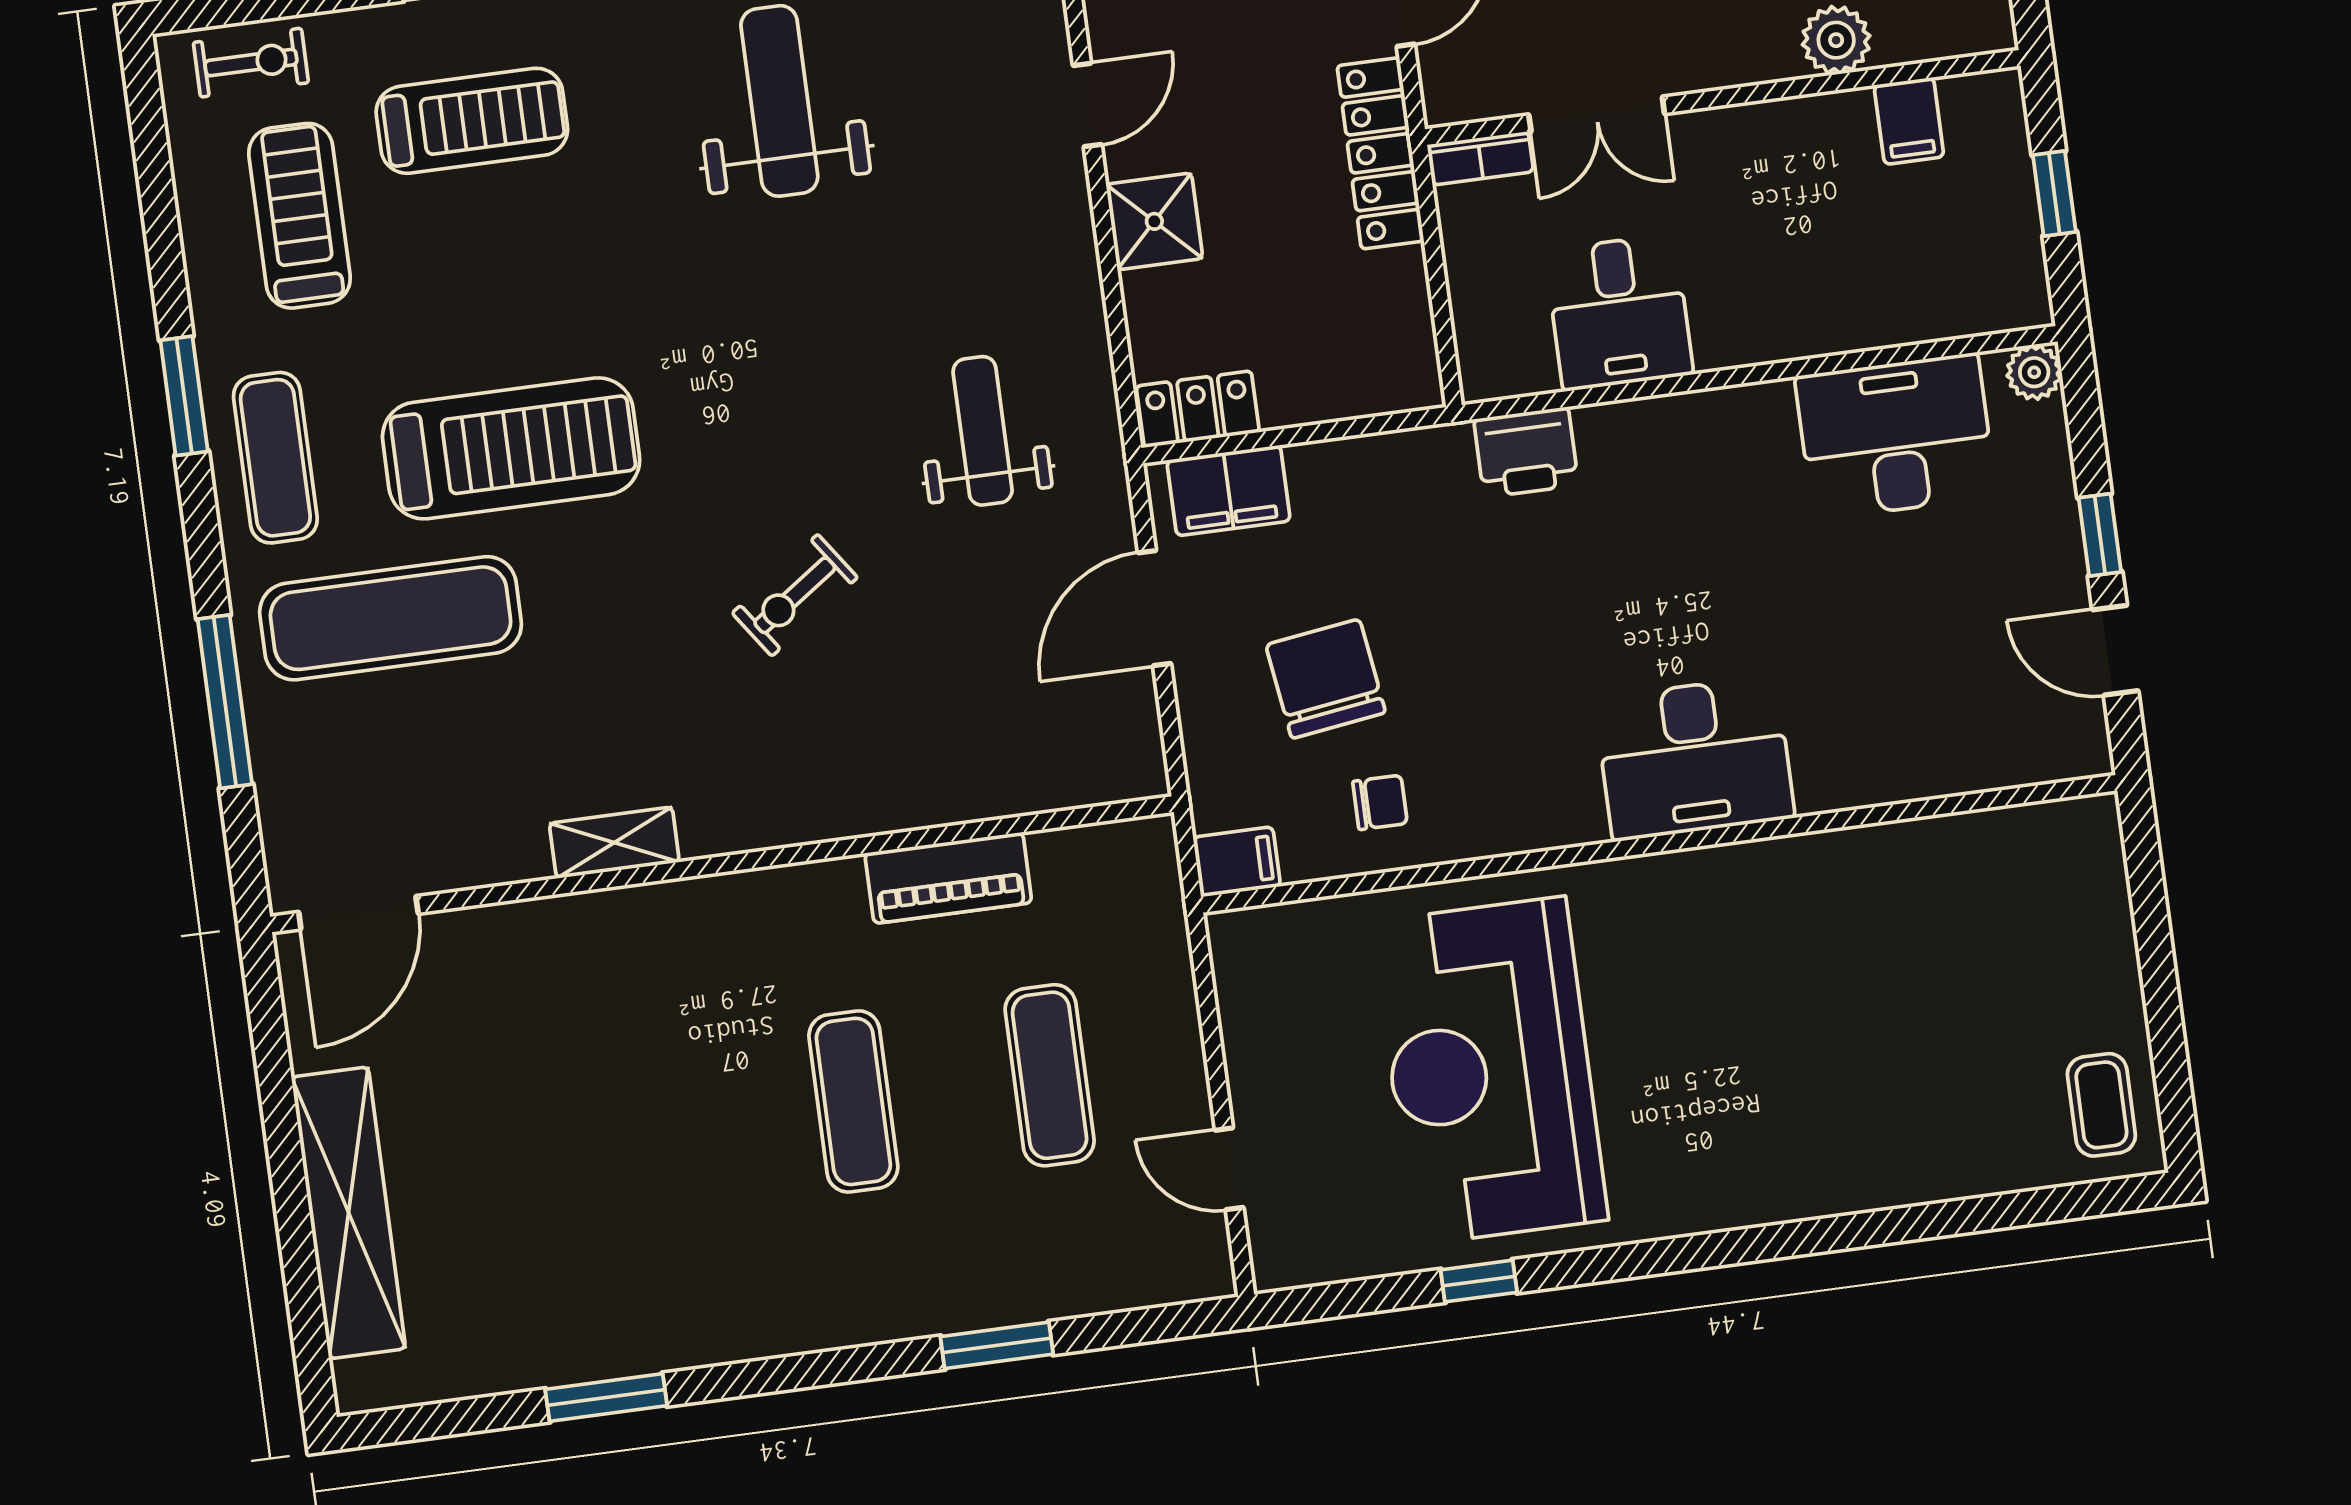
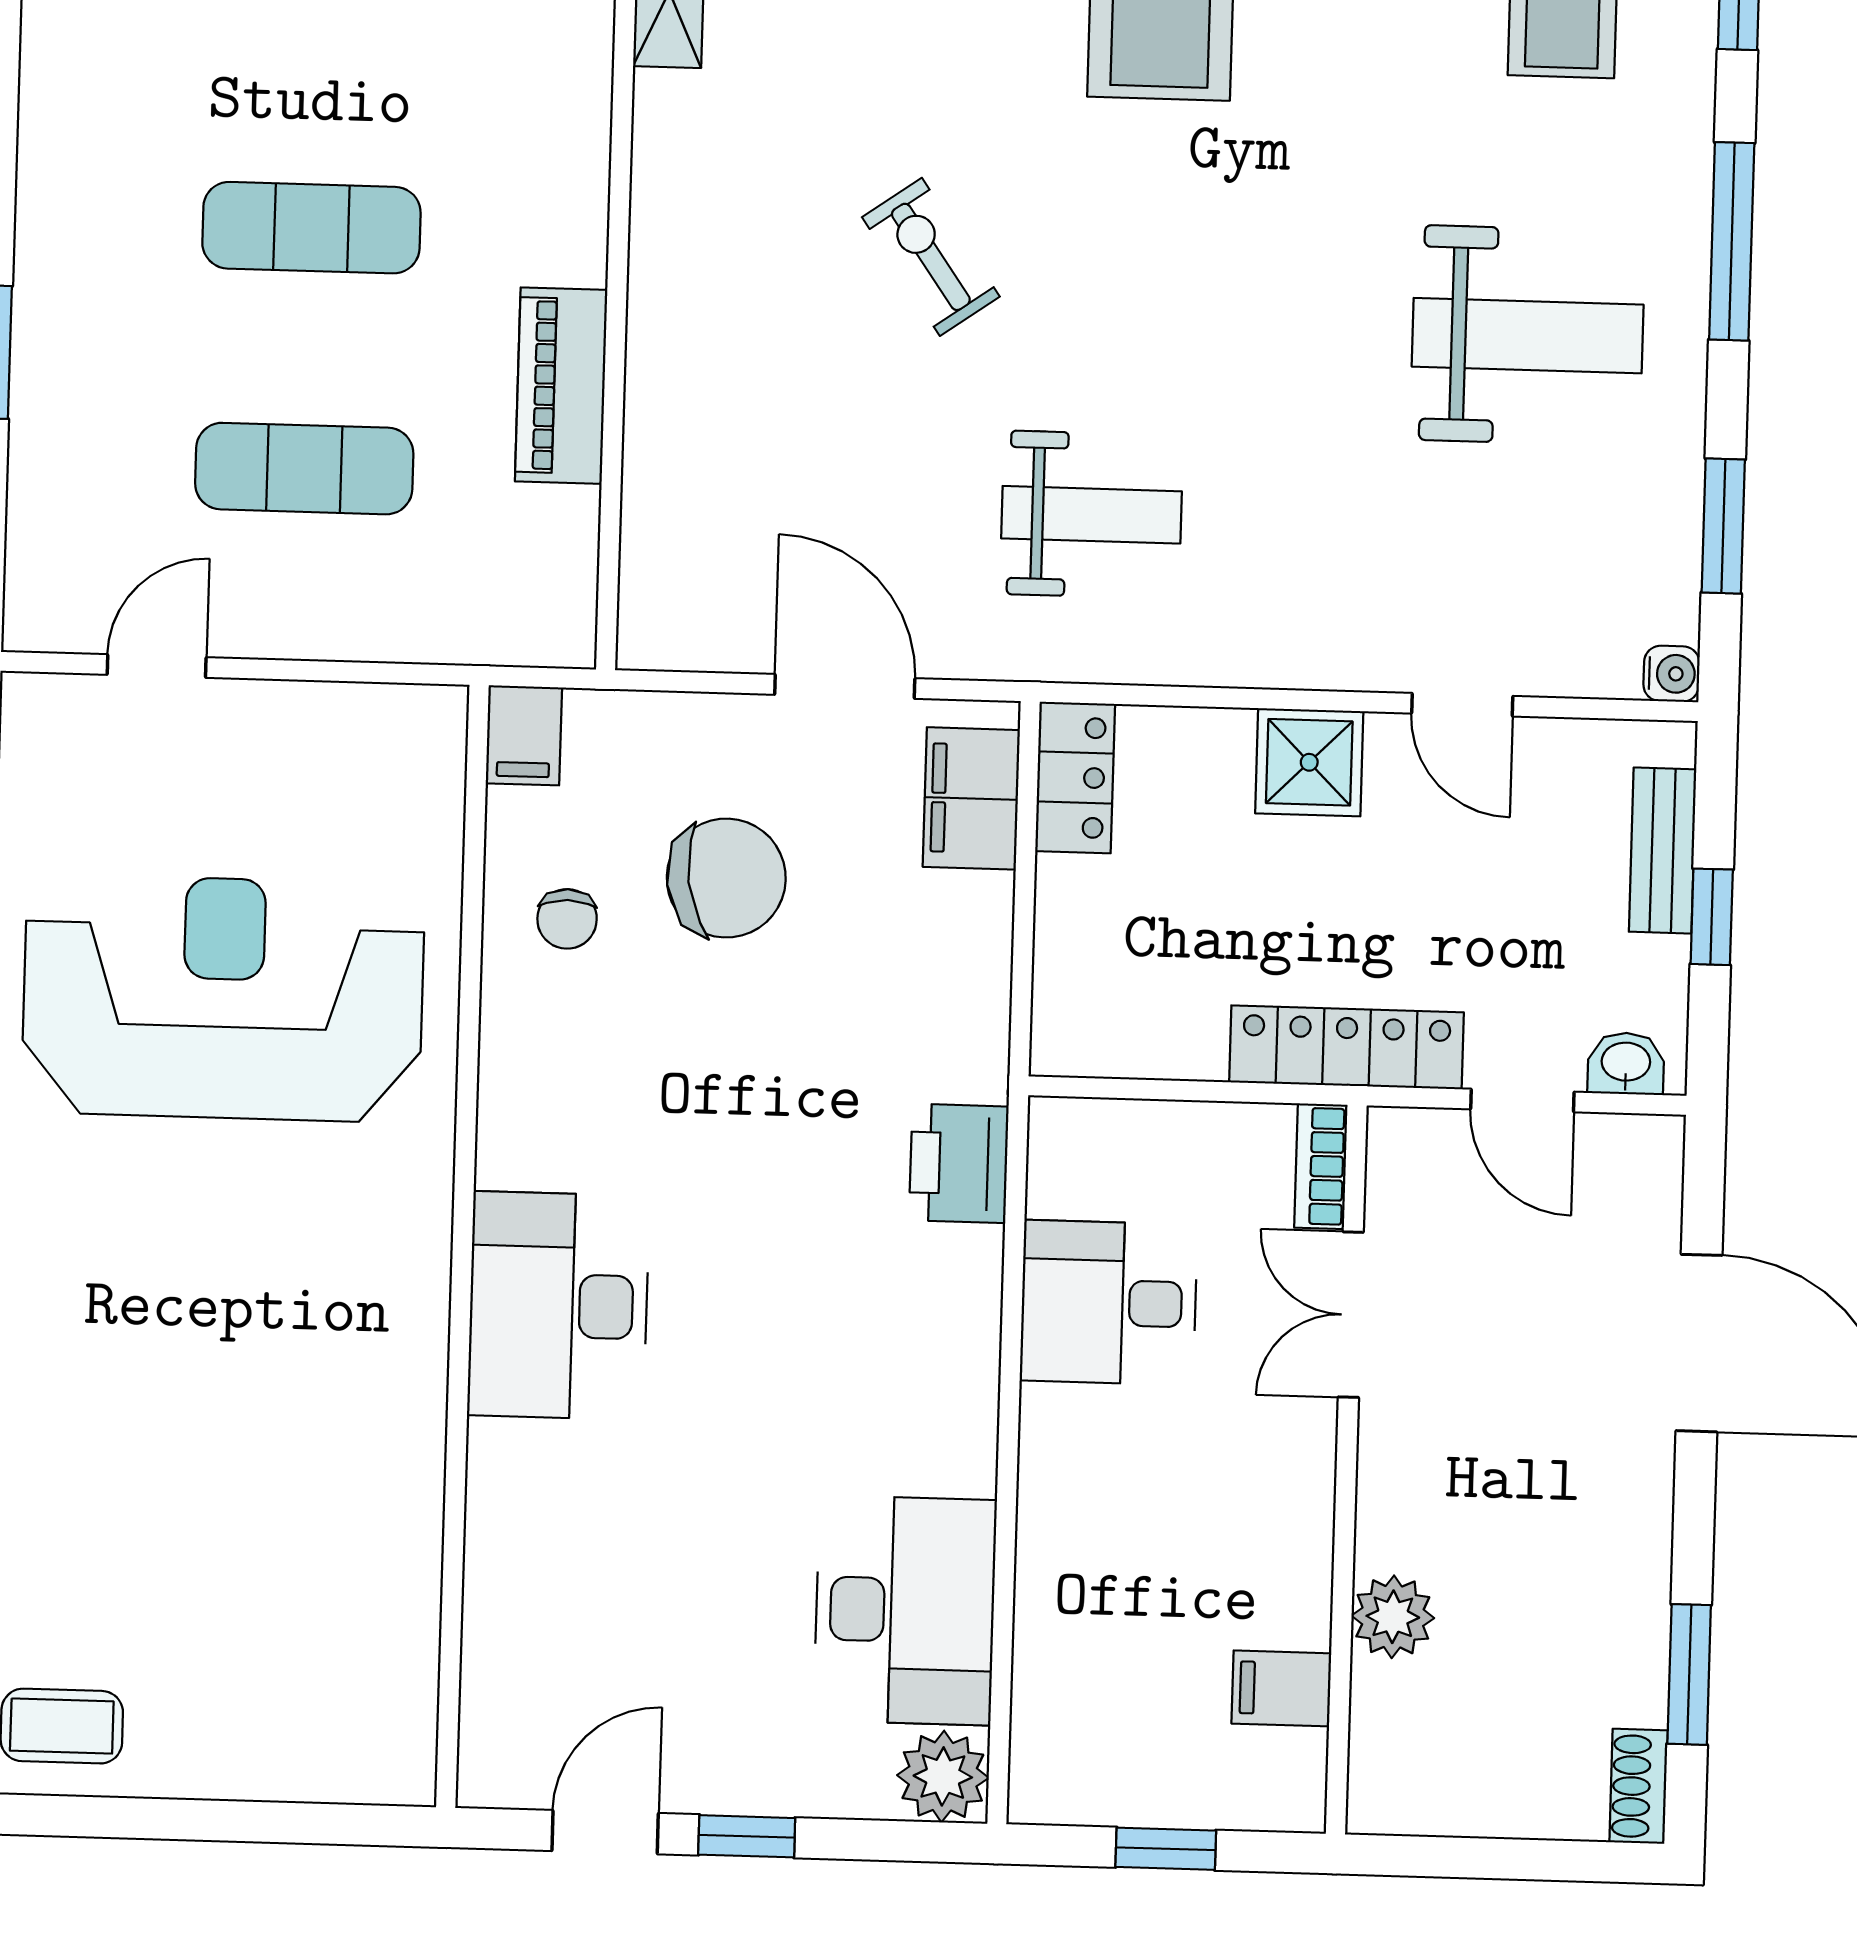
plant: (2034, 372) -> (943, 1776), width x1.38, depth x1.38

